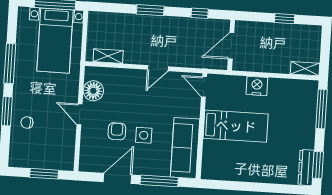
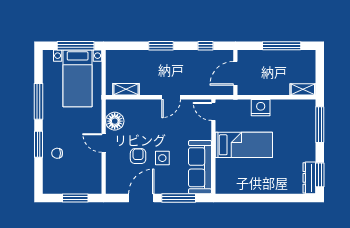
window: (285, 19) -> (282, 46), width x2.17

